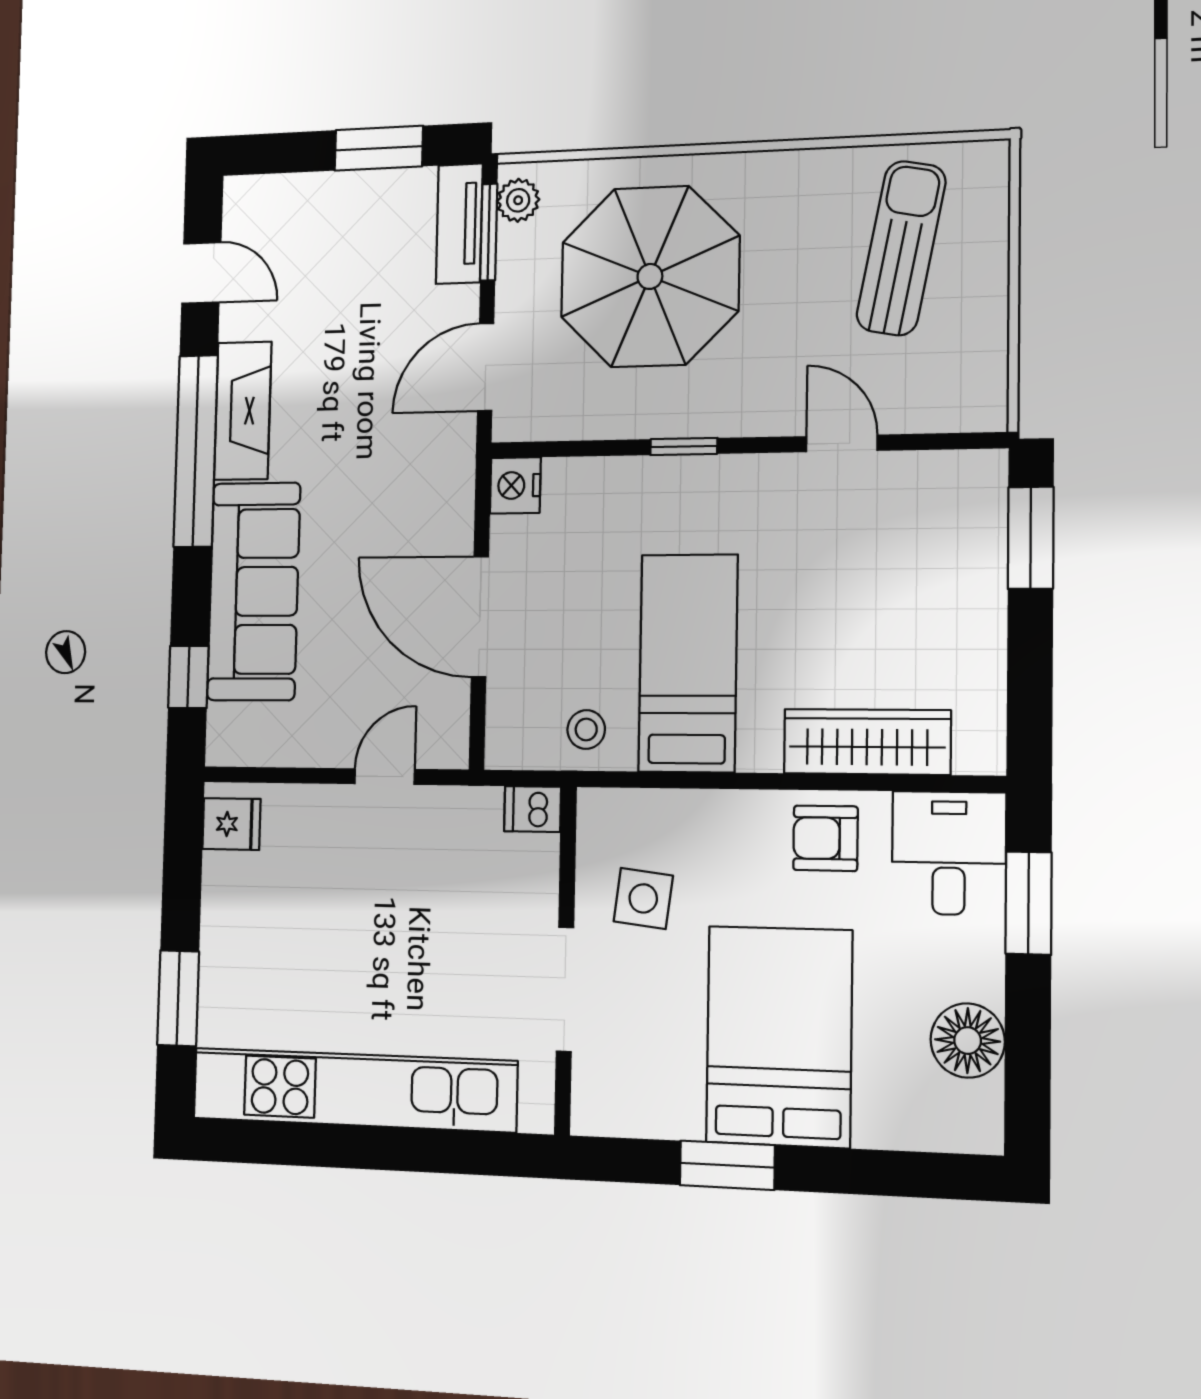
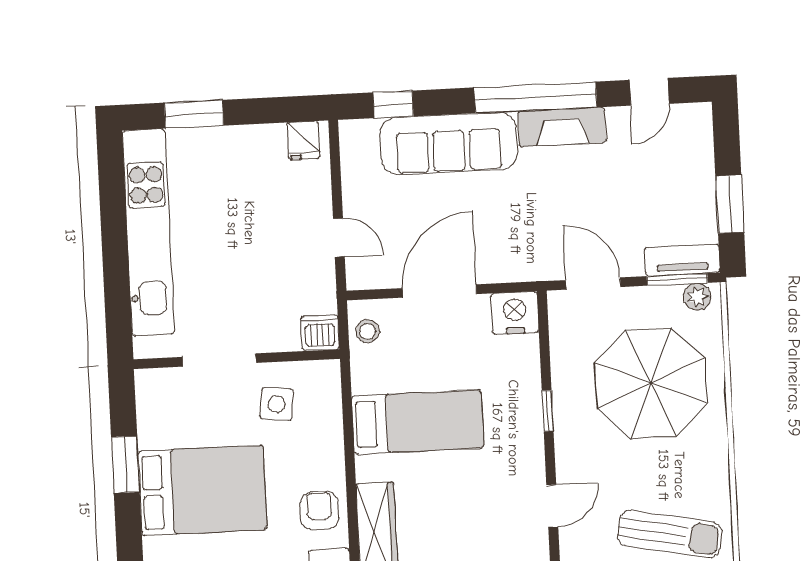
nightstand: (515, 485) -> (515, 313), width x1.36, depth x1.33
stool: (586, 730) -> (368, 331), moved
dishwasher: (533, 809) -> (320, 333), width x1.38

